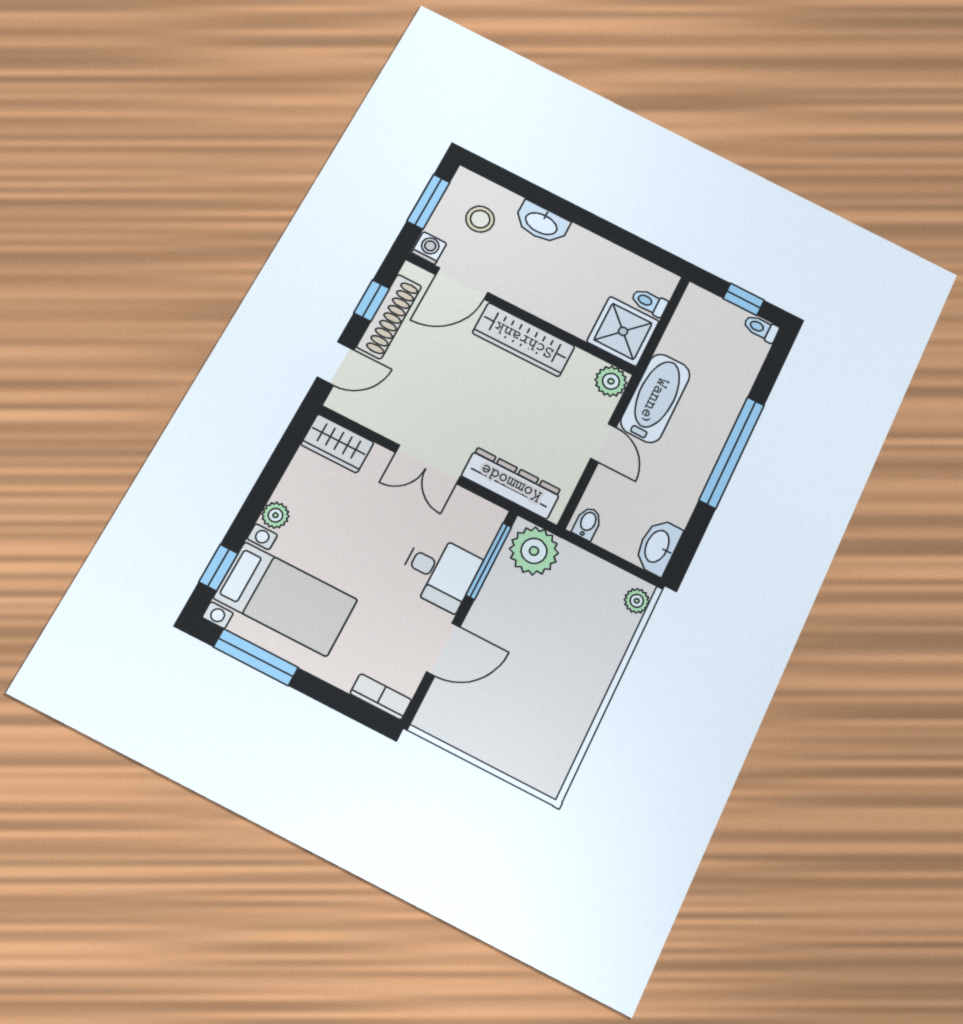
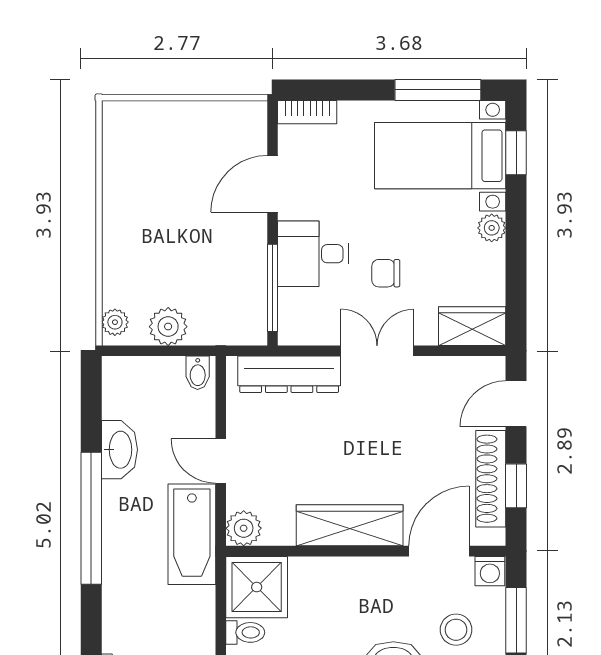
chair: (386, 524) -> (386, 273), added
washbasin: (658, 547) -> (119, 450), moved
plant: (534, 551) -> (168, 327), moved, width x0.73, depth x0.73

